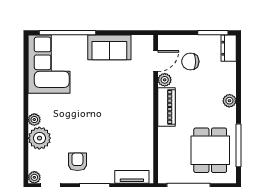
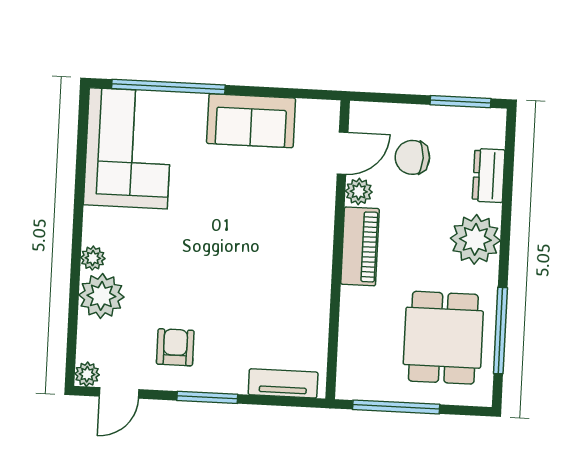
dresser: (229, 48) -> (489, 175), moved
plant: (229, 101) -> (475, 239), width x1.87, depth x1.87

